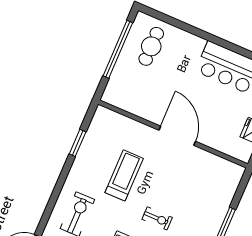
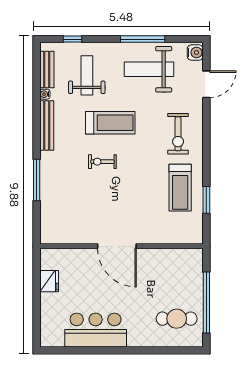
cafe table: (151, 46) -> (177, 319), turned 90
treadmill: (124, 175) -> (180, 188), moved

